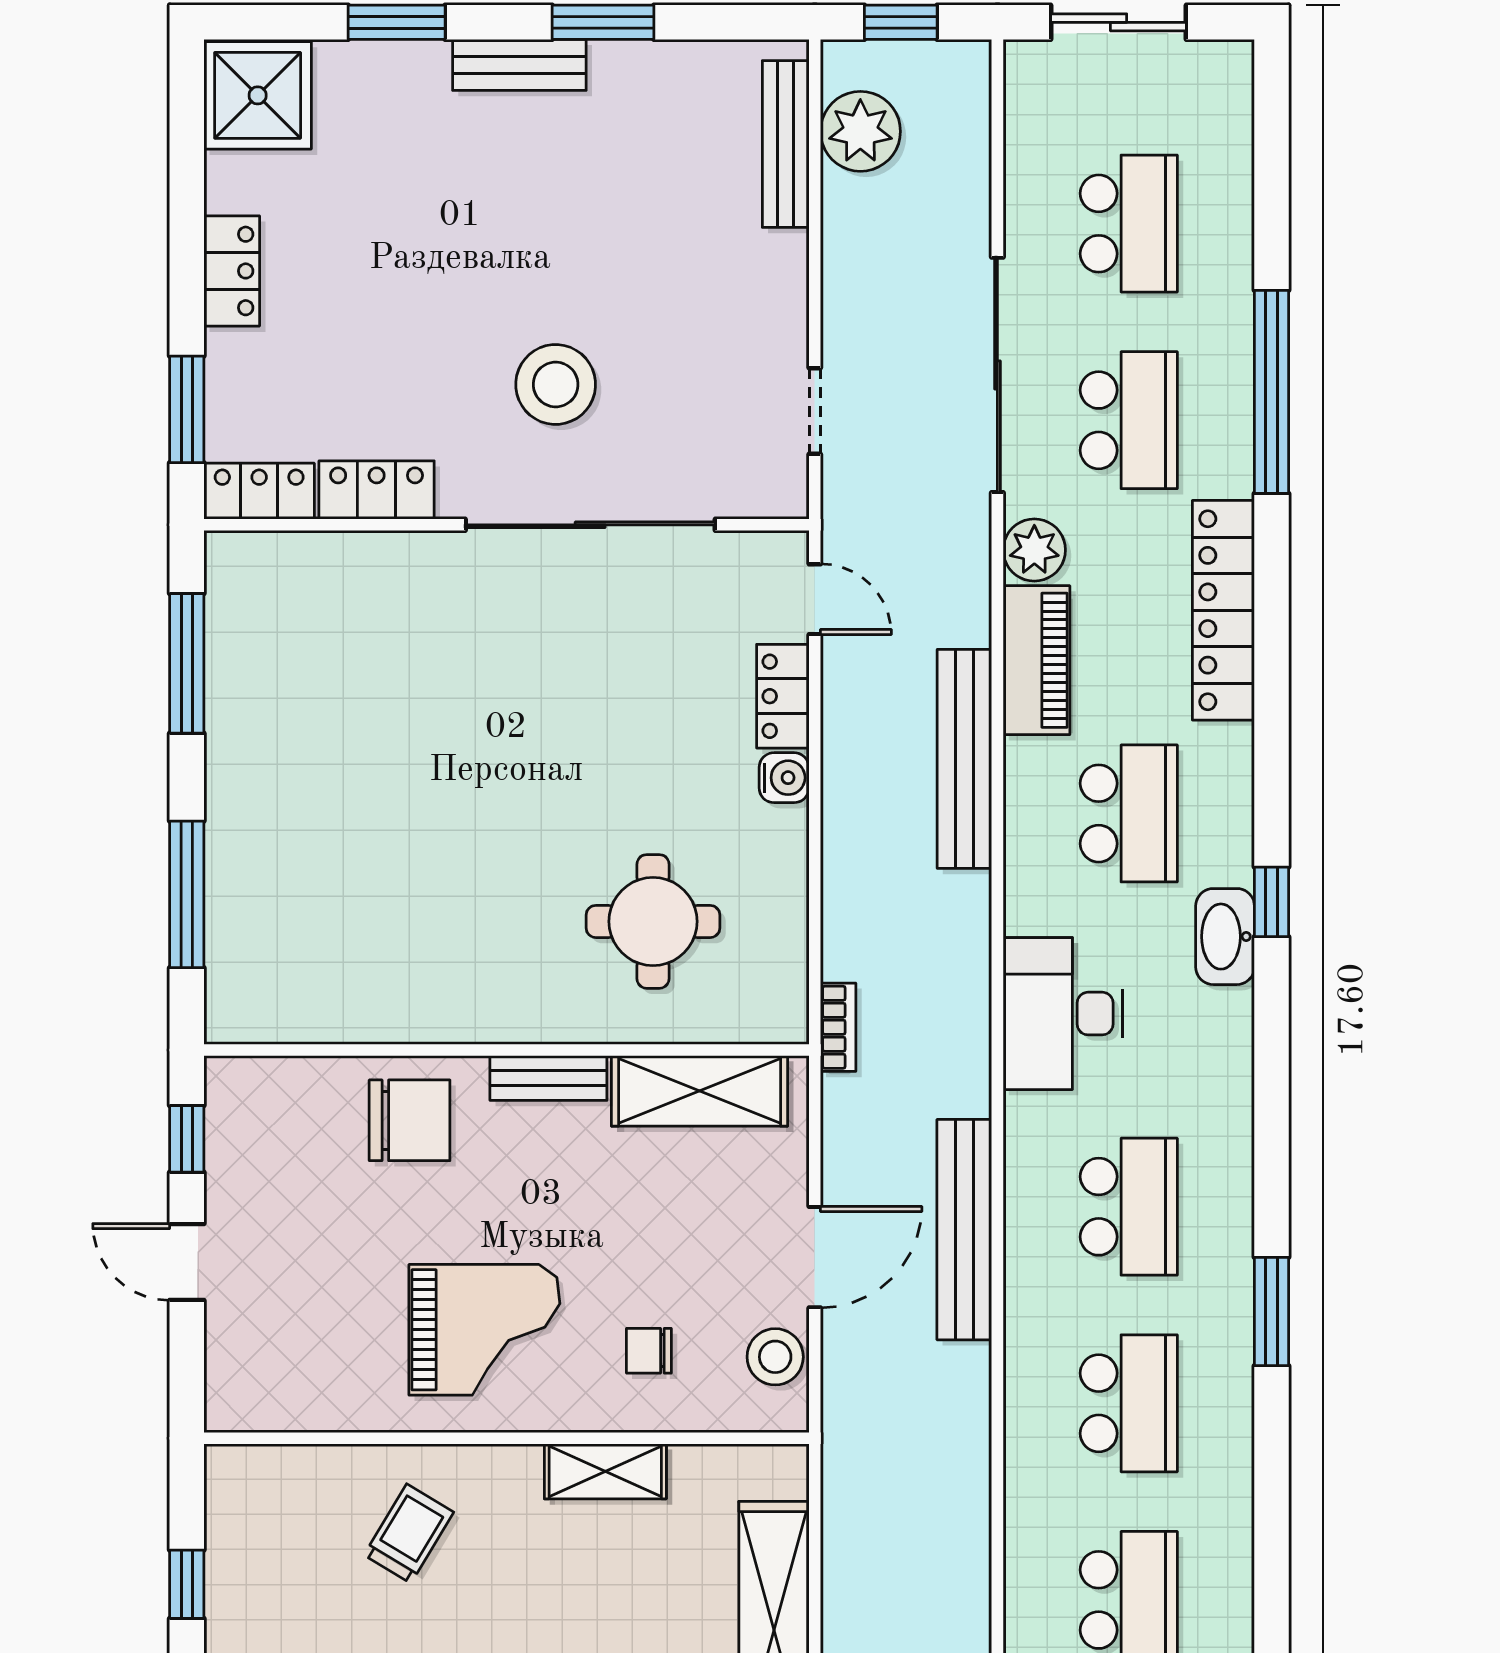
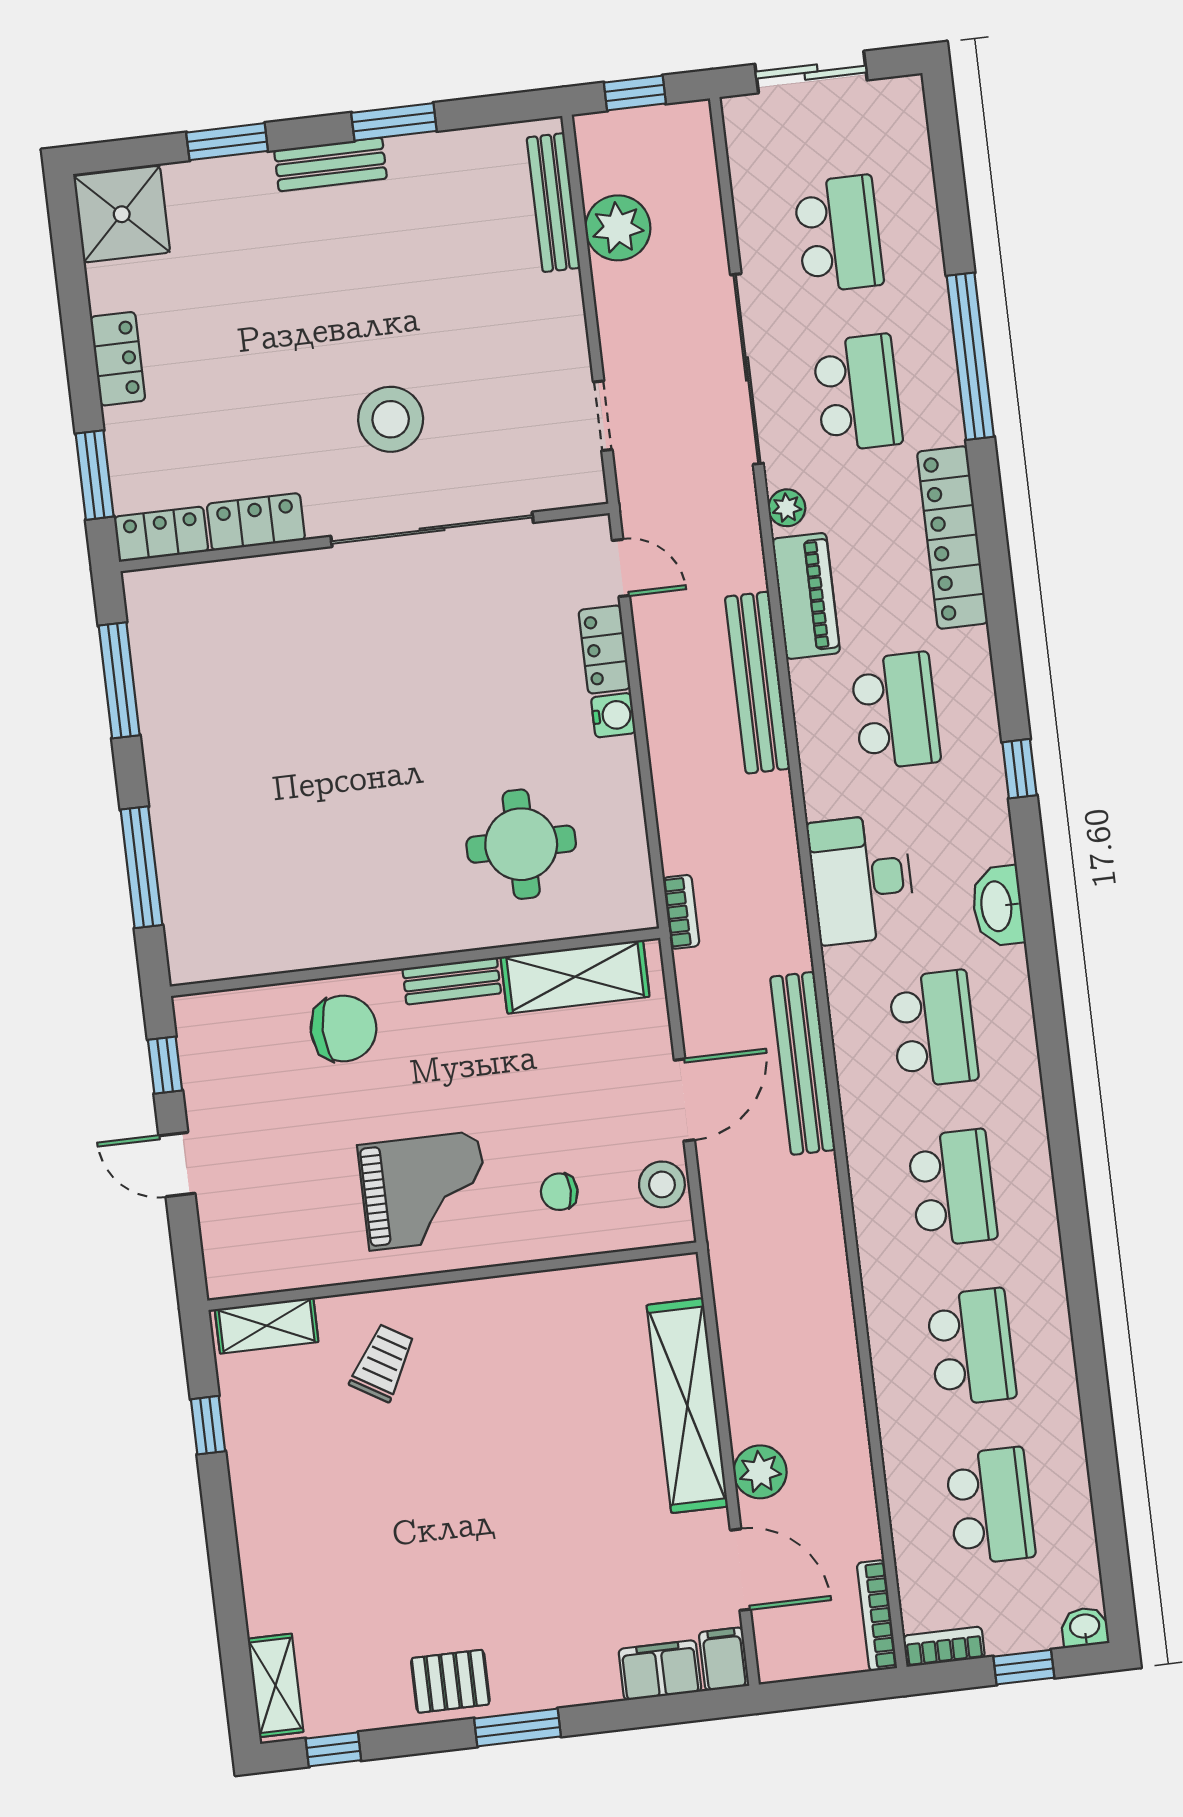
plant: (860, 131) -> (618, 228), moved
plant: (1034, 550) -> (787, 508), width x0.73, depth x0.73
washbasin: (1225, 937) -> (998, 906), moved
window: (1272, 1312) -> (1059, 1100), removed
shelving: (605, 1471) -> (267, 1326), moved

